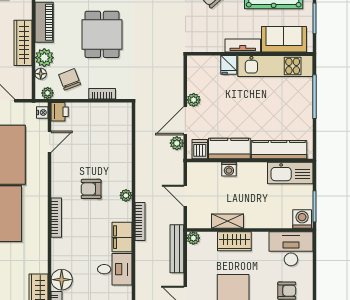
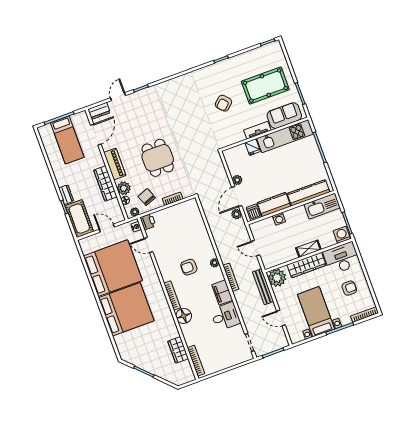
door: (50, 142) -> (148, 245), swing flipped
shelving: (228, 221) -> (308, 249), moved
plant: (193, 238) -> (277, 278), width x1.87, depth x1.87
wardrobe: (234, 241) -> (307, 265), width x1.50
floor lamp: (62, 280) -> (184, 316), moved

